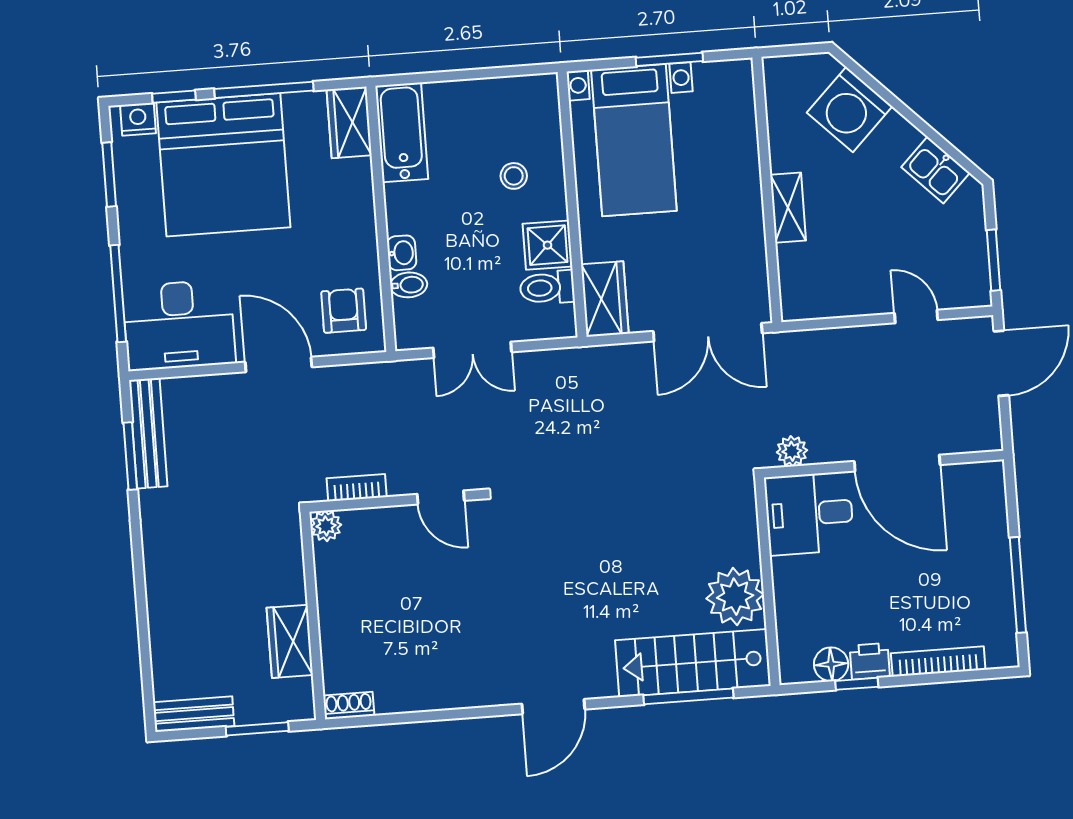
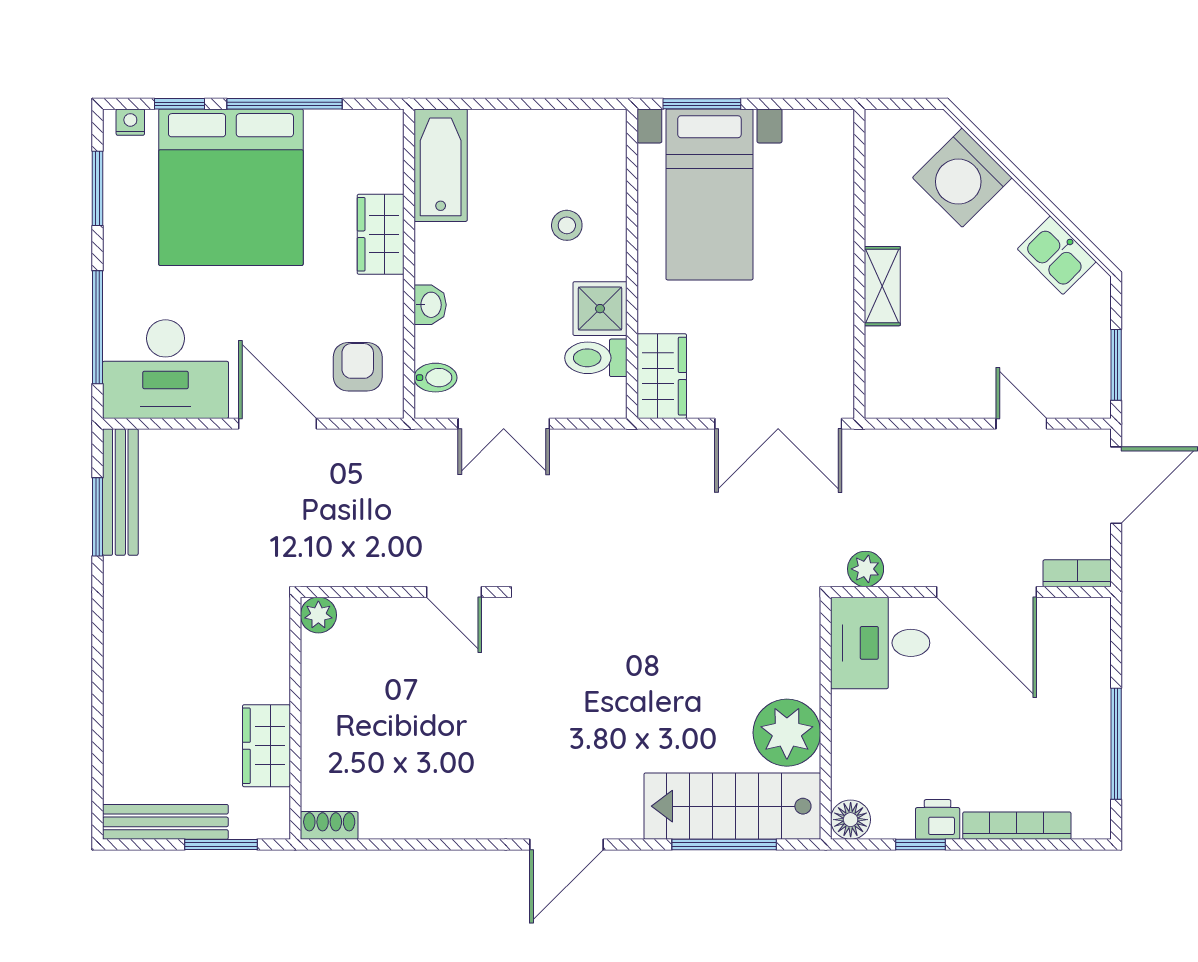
window: (669, 59) -> (702, 104), moved
nightstand: (138, 119) -> (130, 122), width x0.72, depth x0.74
wardrobe: (349, 122) -> (381, 234), moved
bidet: (409, 285) -> (435, 378), moved
bookcase: (357, 488) -> (1077, 573), moved
floor lamp: (831, 664) -> (851, 820), moved
bench: (194, 714) -> (165, 822), width x1.36

